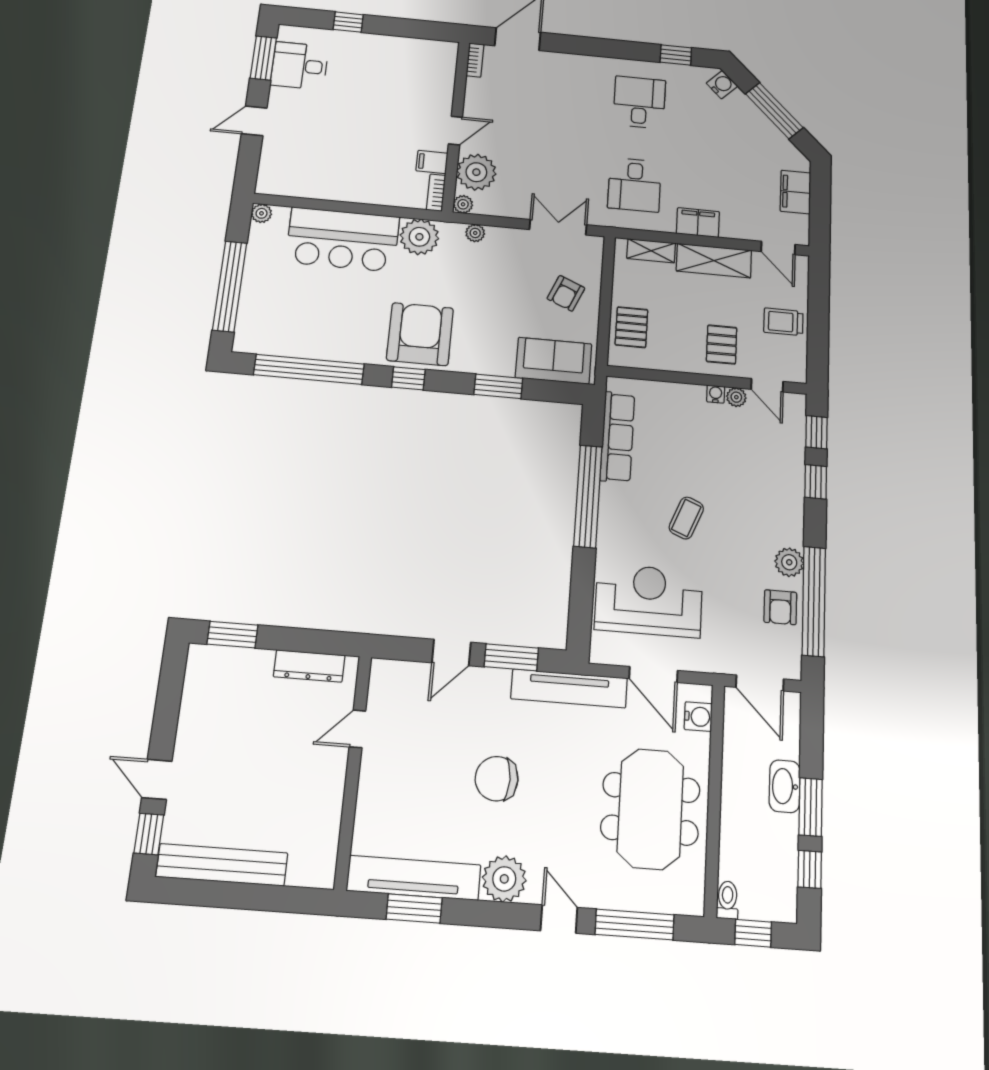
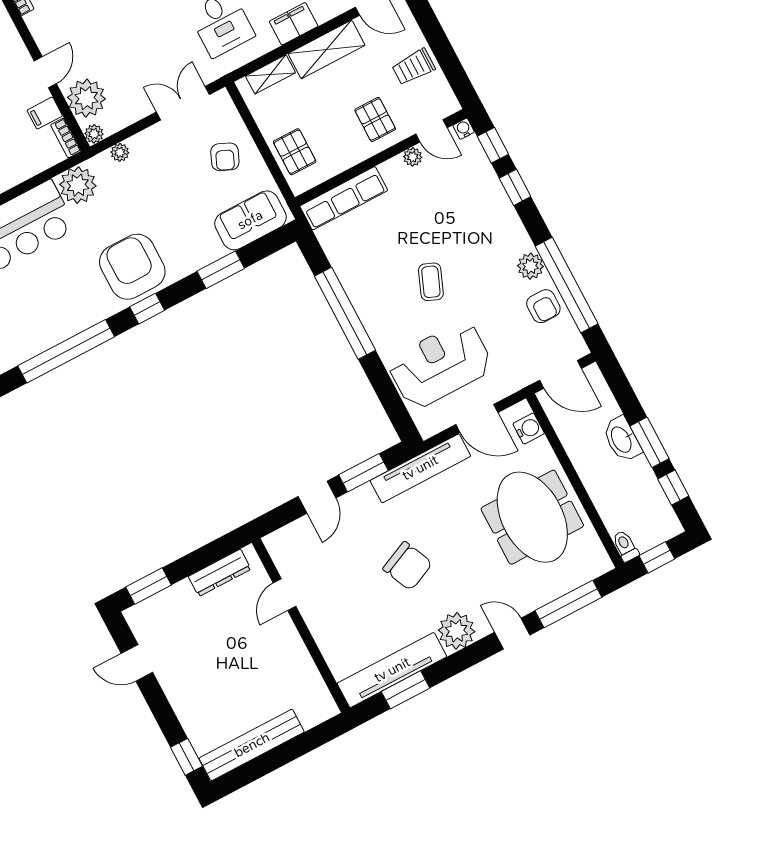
water cooler: (716, 394) -> (464, 129), moved
row of seats: (617, 437) -> (344, 198), moved, turned 90
door: (157, 779) -> (137, 663), moved
chair: (497, 779) -> (408, 566), turned -114

